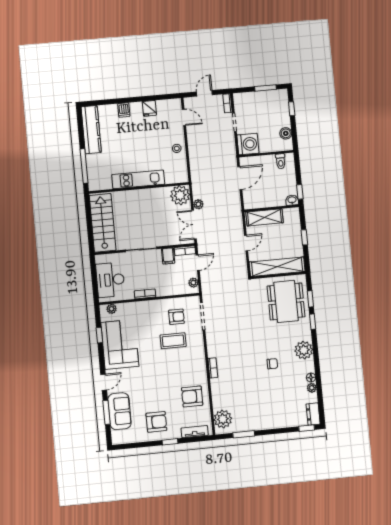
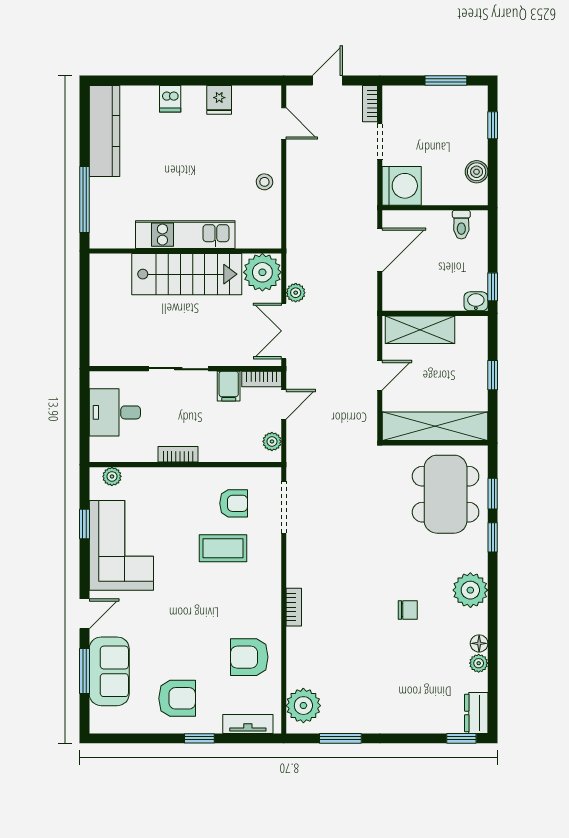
stairs: (103, 223) -> (187, 274), moved, turned 90
desk: (110, 280) -> (115, 412), width x0.73

